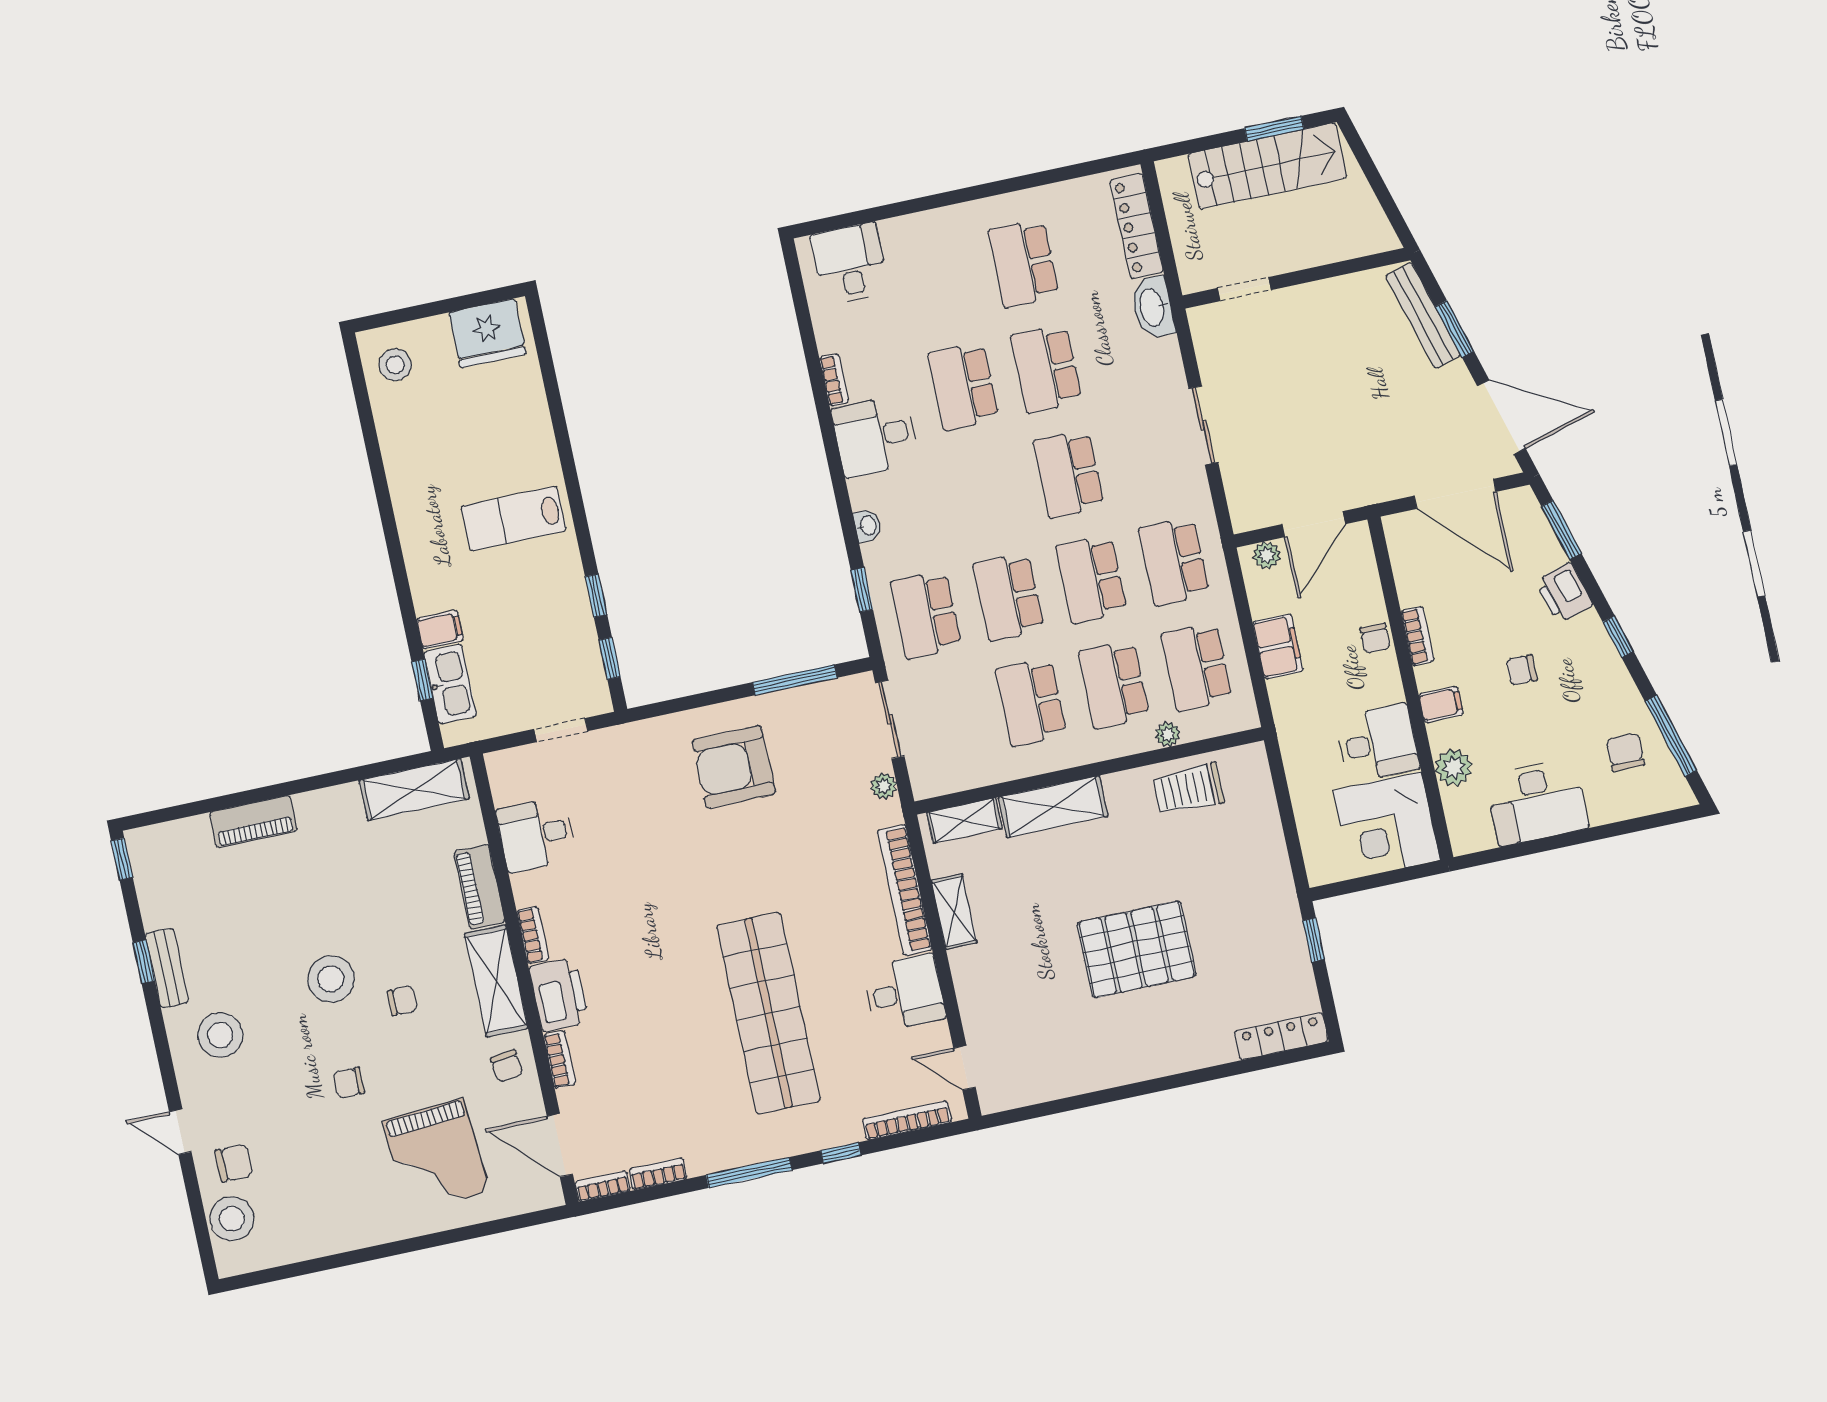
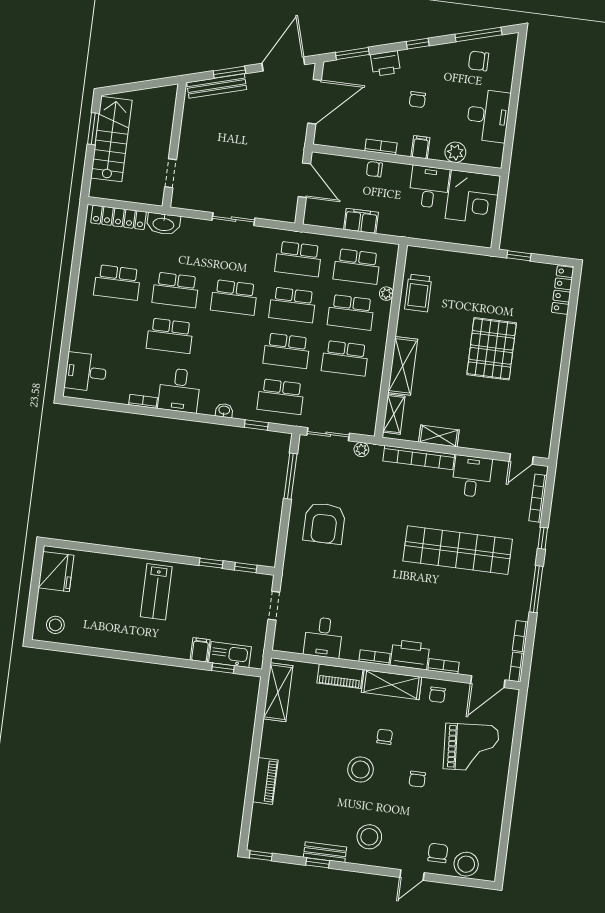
plant: (1267, 555) -> (312, 210), removed
chair: (1375, 638) -> (374, 169), turned 180
chair: (507, 1066) -> (437, 695), turned 97

